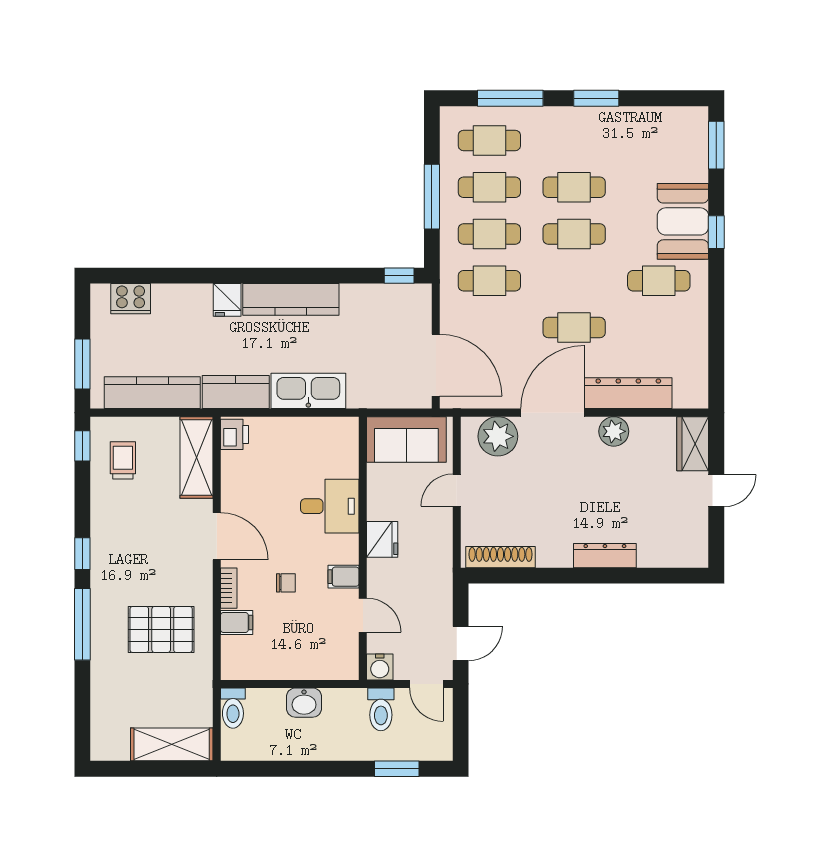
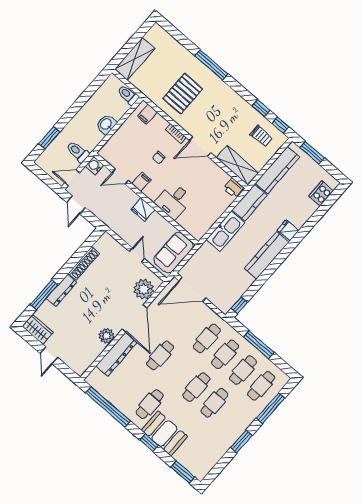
window: (716, 338) -> (108, 407), added
wardrobe: (693, 444) -> (38, 329), moved
window: (82, 554) -> (261, 108), moved
shoe rack: (501, 557) -> (84, 263), moved
window: (633, 576) -> (44, 295), added
filing cabinet: (237, 622) -> (147, 114), moved

